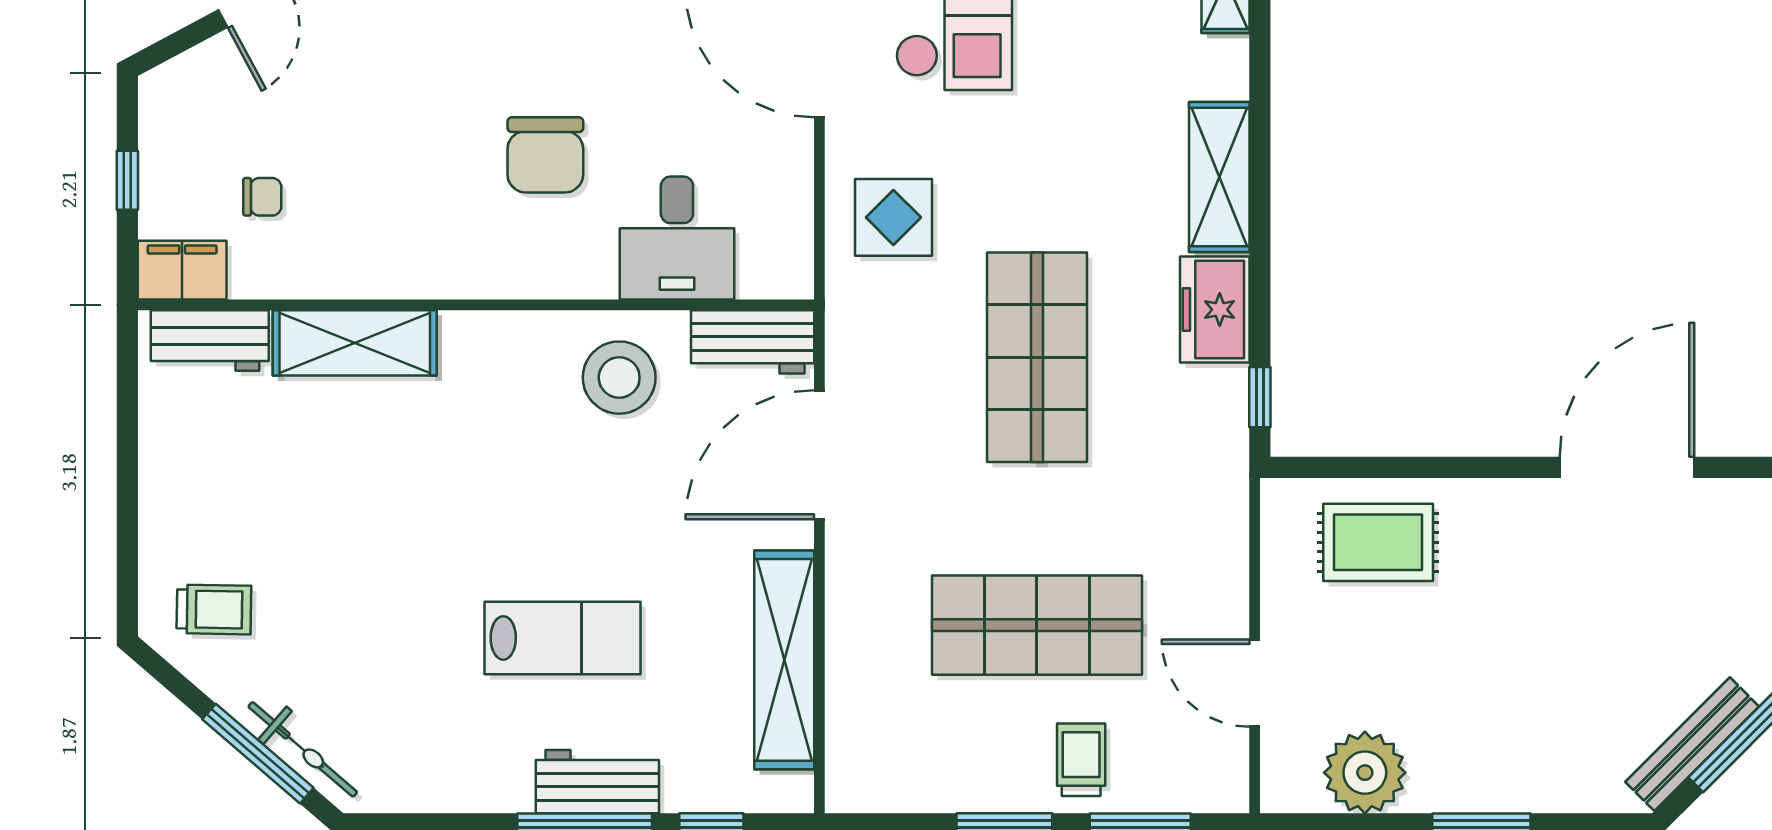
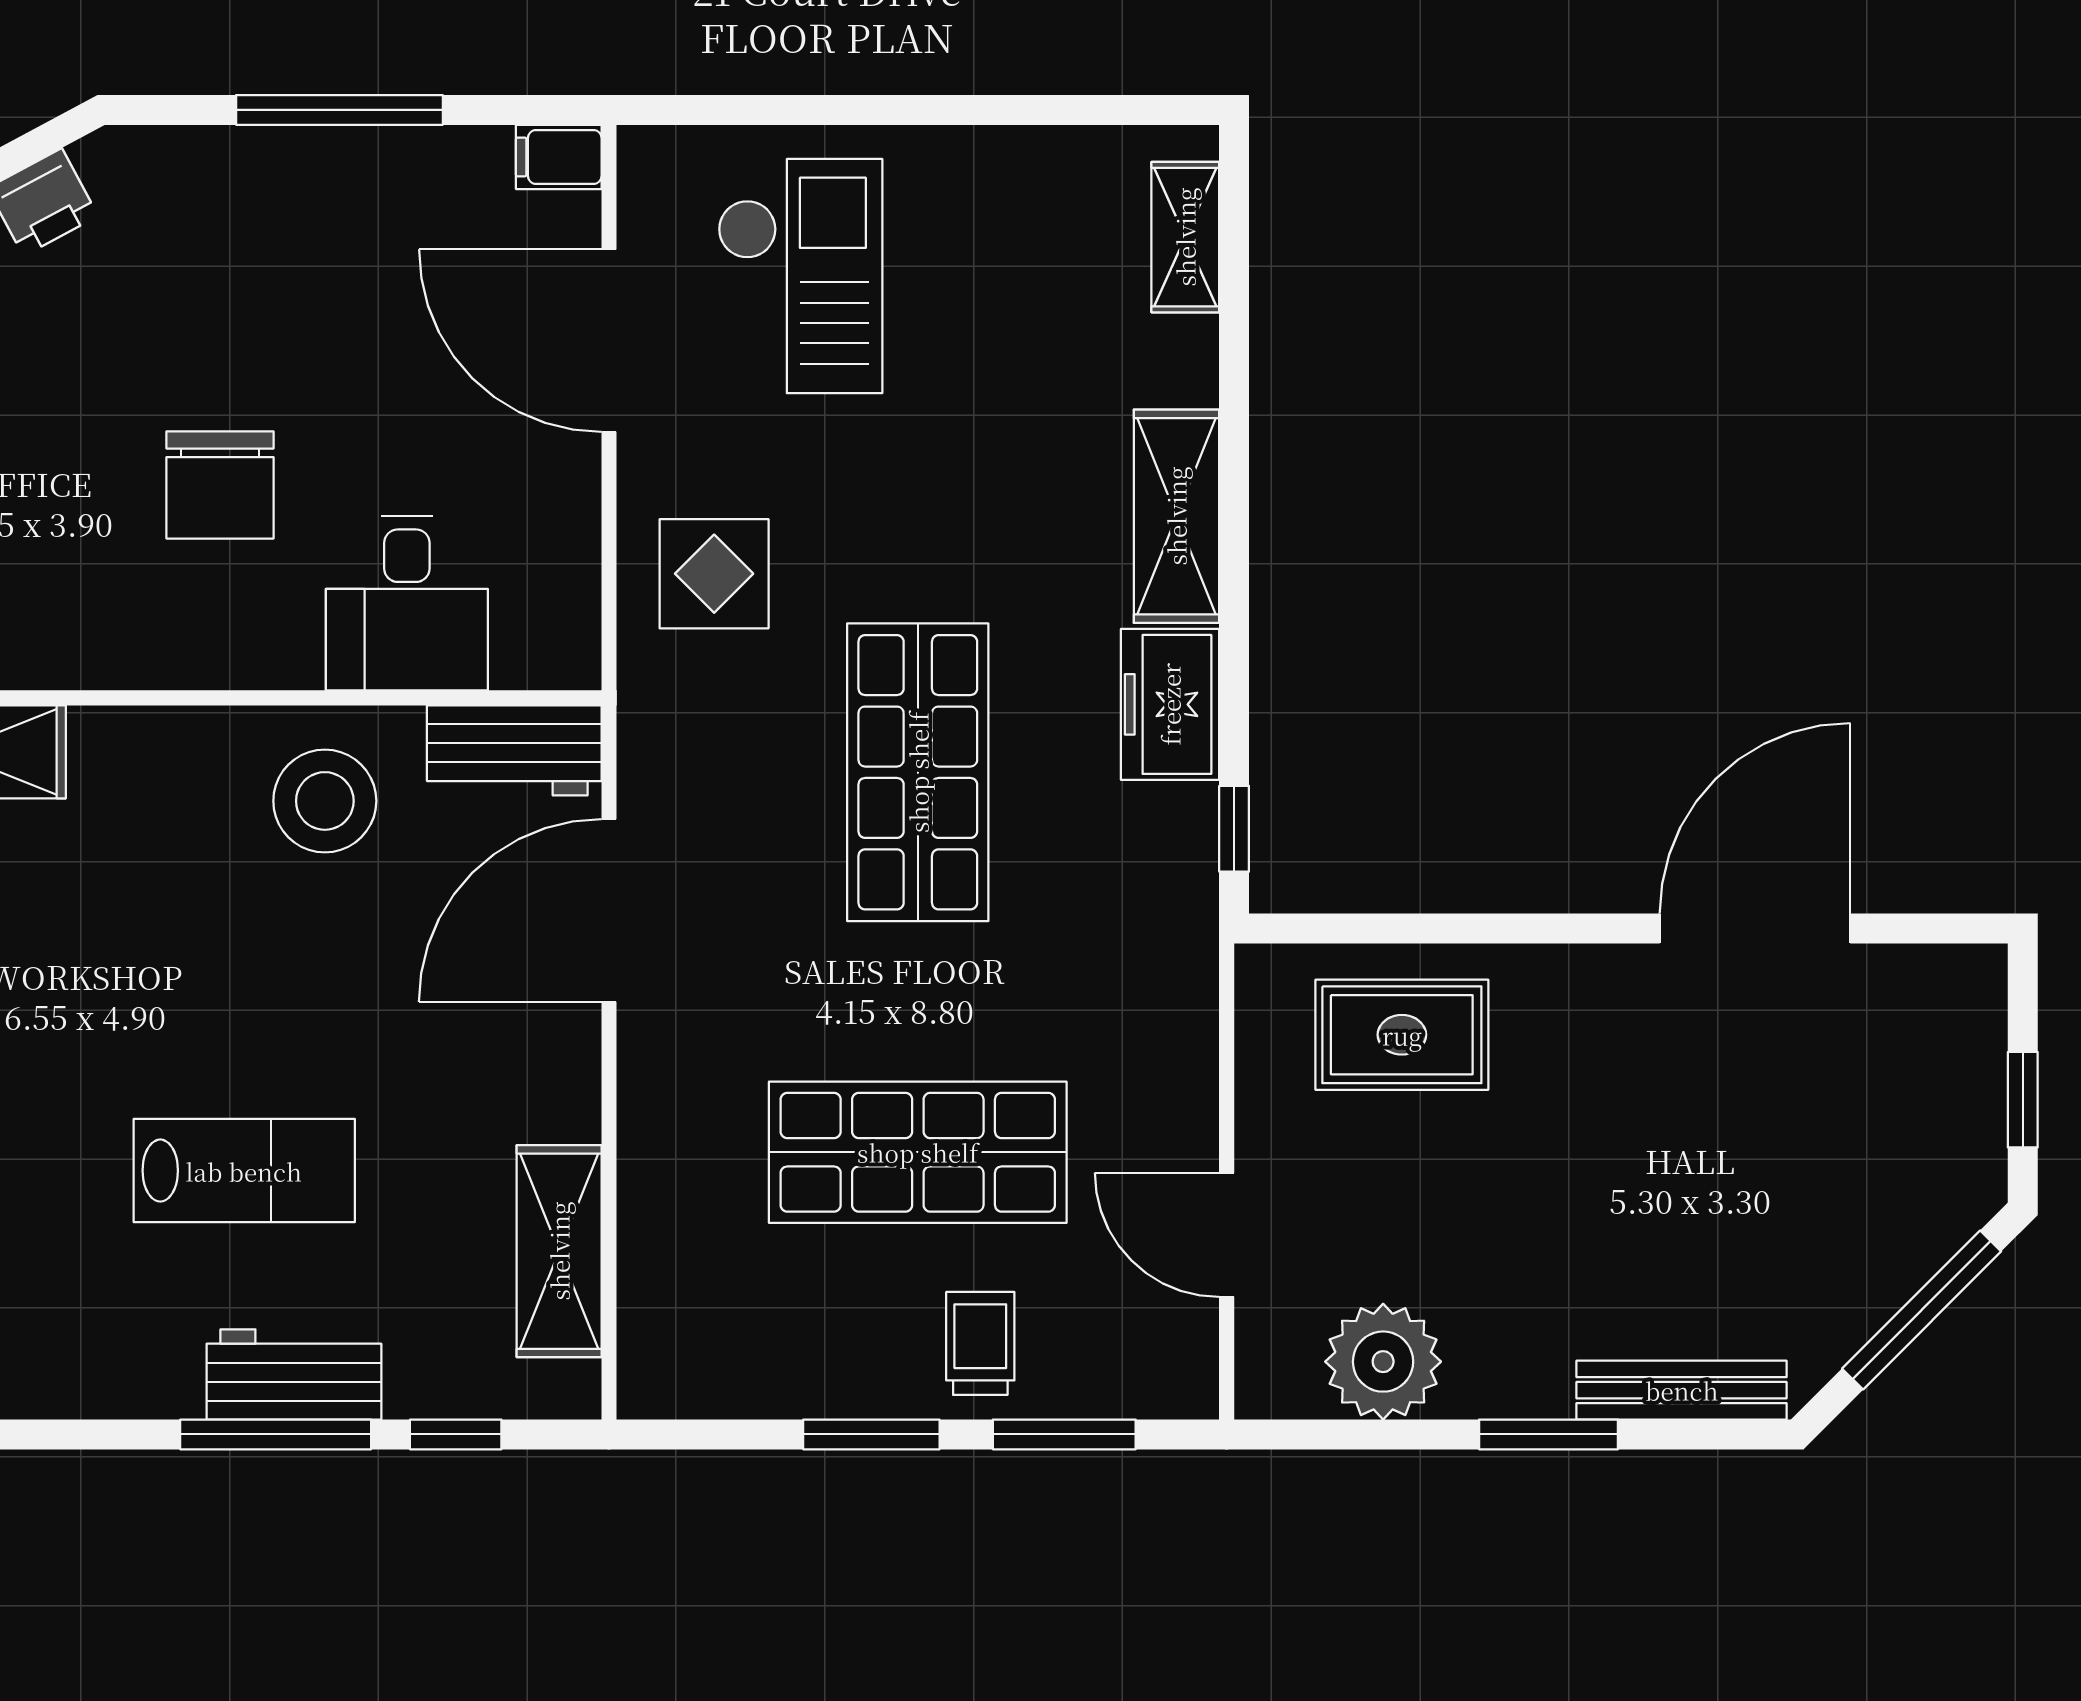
shelving: (784, 660) -> (559, 1251), width x0.68
bench: (1692, 744) -> (1682, 1390), moved, turned 45

